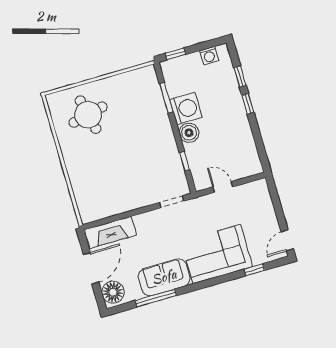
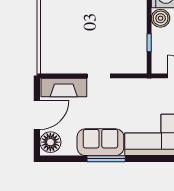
doorway: (172, 202) -> (99, 76), moved
window: (156, 298) -> (106, 159), moved

